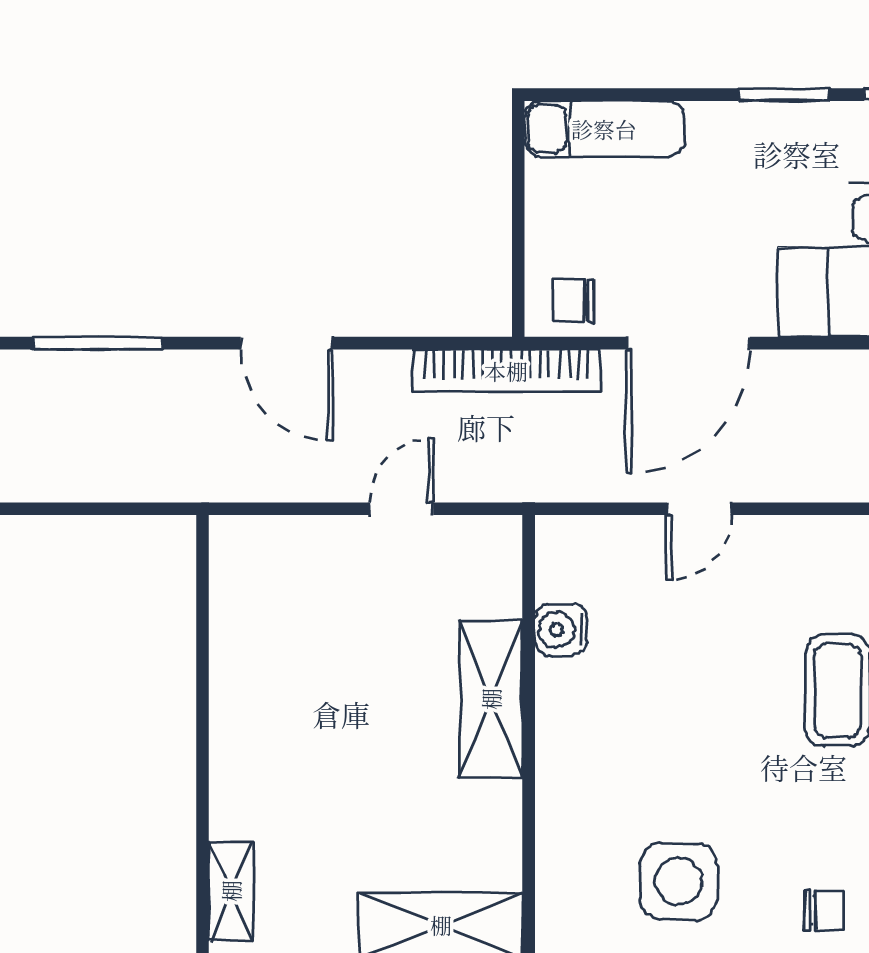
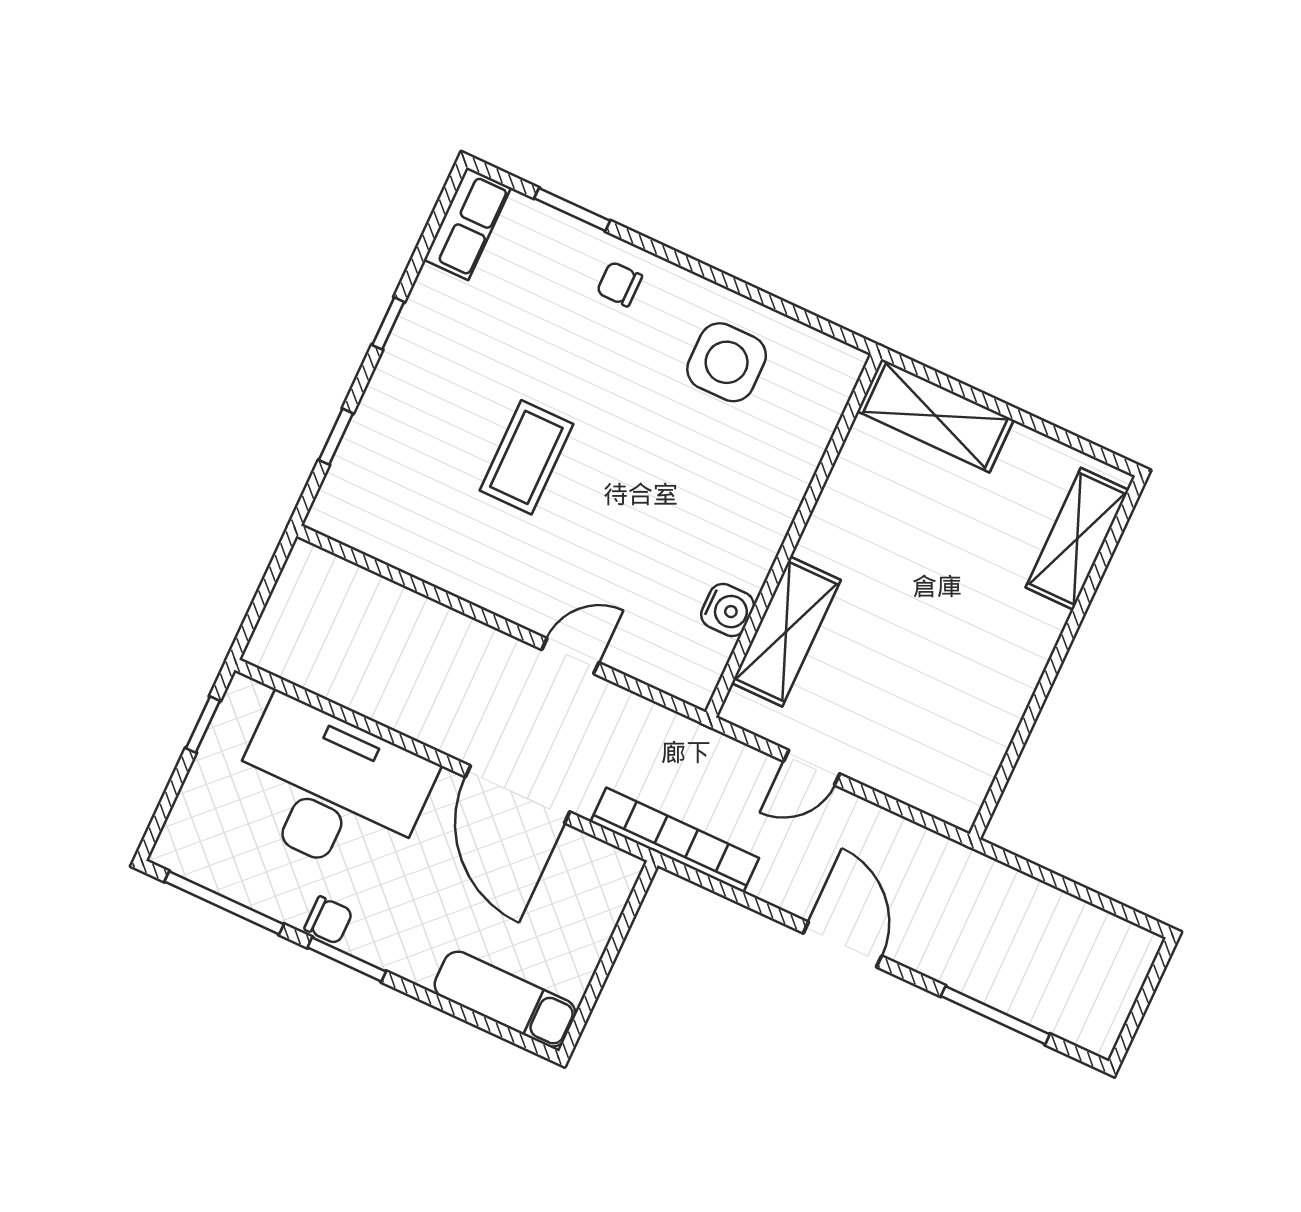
chair: (574, 300) -> (329, 920), moved
door: (688, 343) -> (517, 794), swing flipped
shelving: (491, 699) -> (786, 631), moved
shelving: (231, 891) -> (1077, 539), width x1.50, depth x1.33

